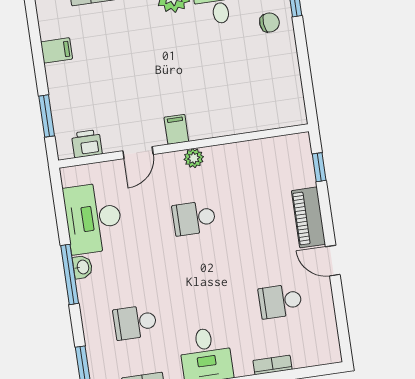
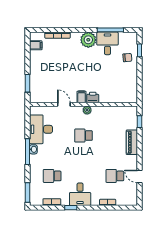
filing cabinet: (57, 50) -> (36, 45), moved
printer: (87, 144) -> (93, 97), moved
door: (138, 153) -> (64, 104), swing flipped
door: (333, 261) -> (139, 176), moved

